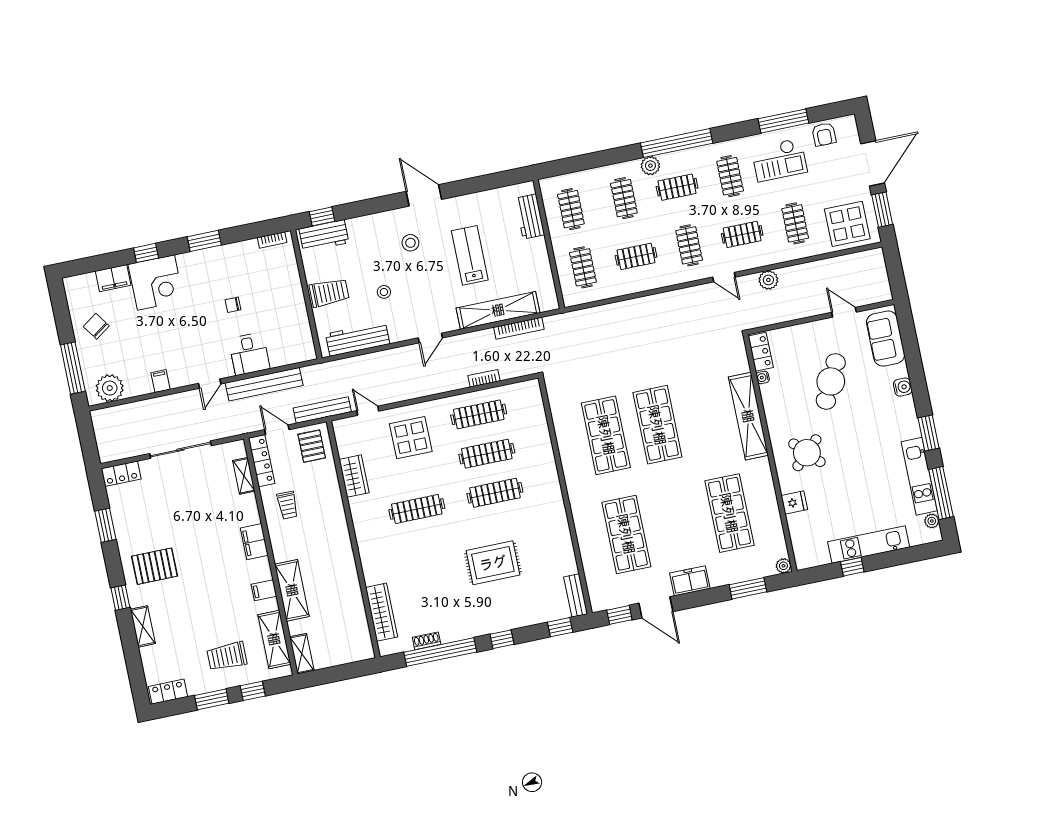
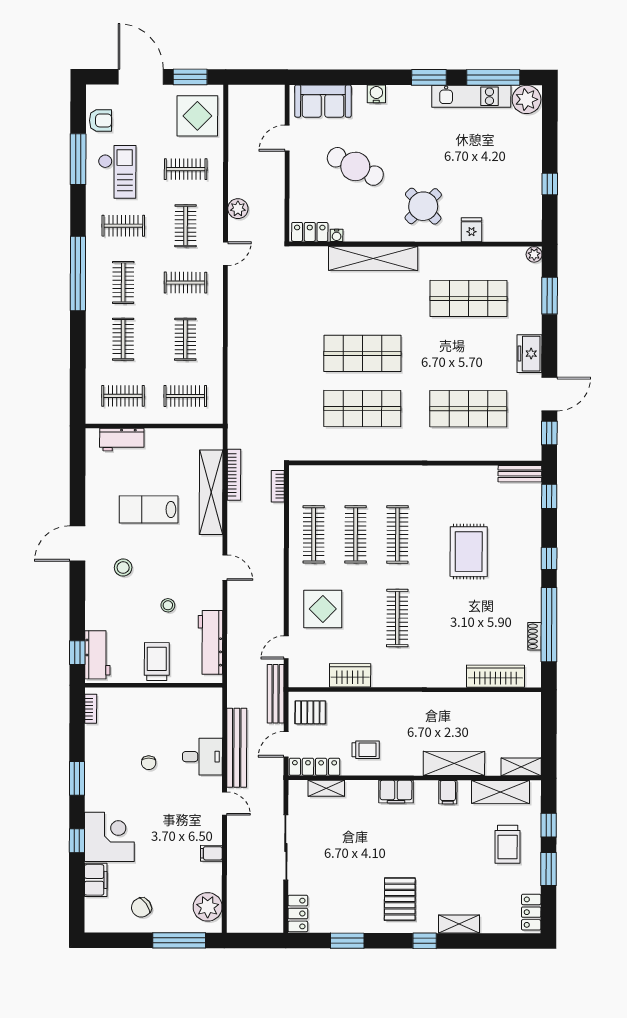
plant: (650, 166) -> (95, 305), removed
clothes rail: (624, 198) -> (123, 339), turned 90
bookcase: (484, 378) -> (278, 486), moved
plant: (932, 521) -> (527, 99), width x1.87, depth x1.87
kitchen unit: (869, 544) -> (530, 163), removed

